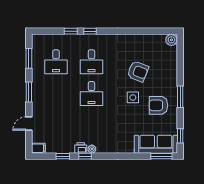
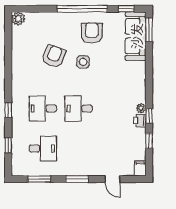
window: (71, 31) -> (8, 145), moved
desk: (92, 62) -> (43, 108), turned 180
desk: (92, 94) -> (79, 108), turned 180
window: (180, 97) -> (82, 9), width x2.11
armchair: (158, 105) -> (92, 33), turned 180

